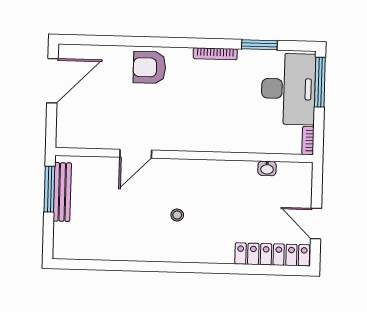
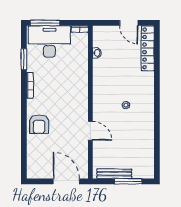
door: (52, 81) -> (66, 181), moved
window: (49, 189) -> (128, 181), moved
door: (316, 224) -> (129, 23), hinge flipped

